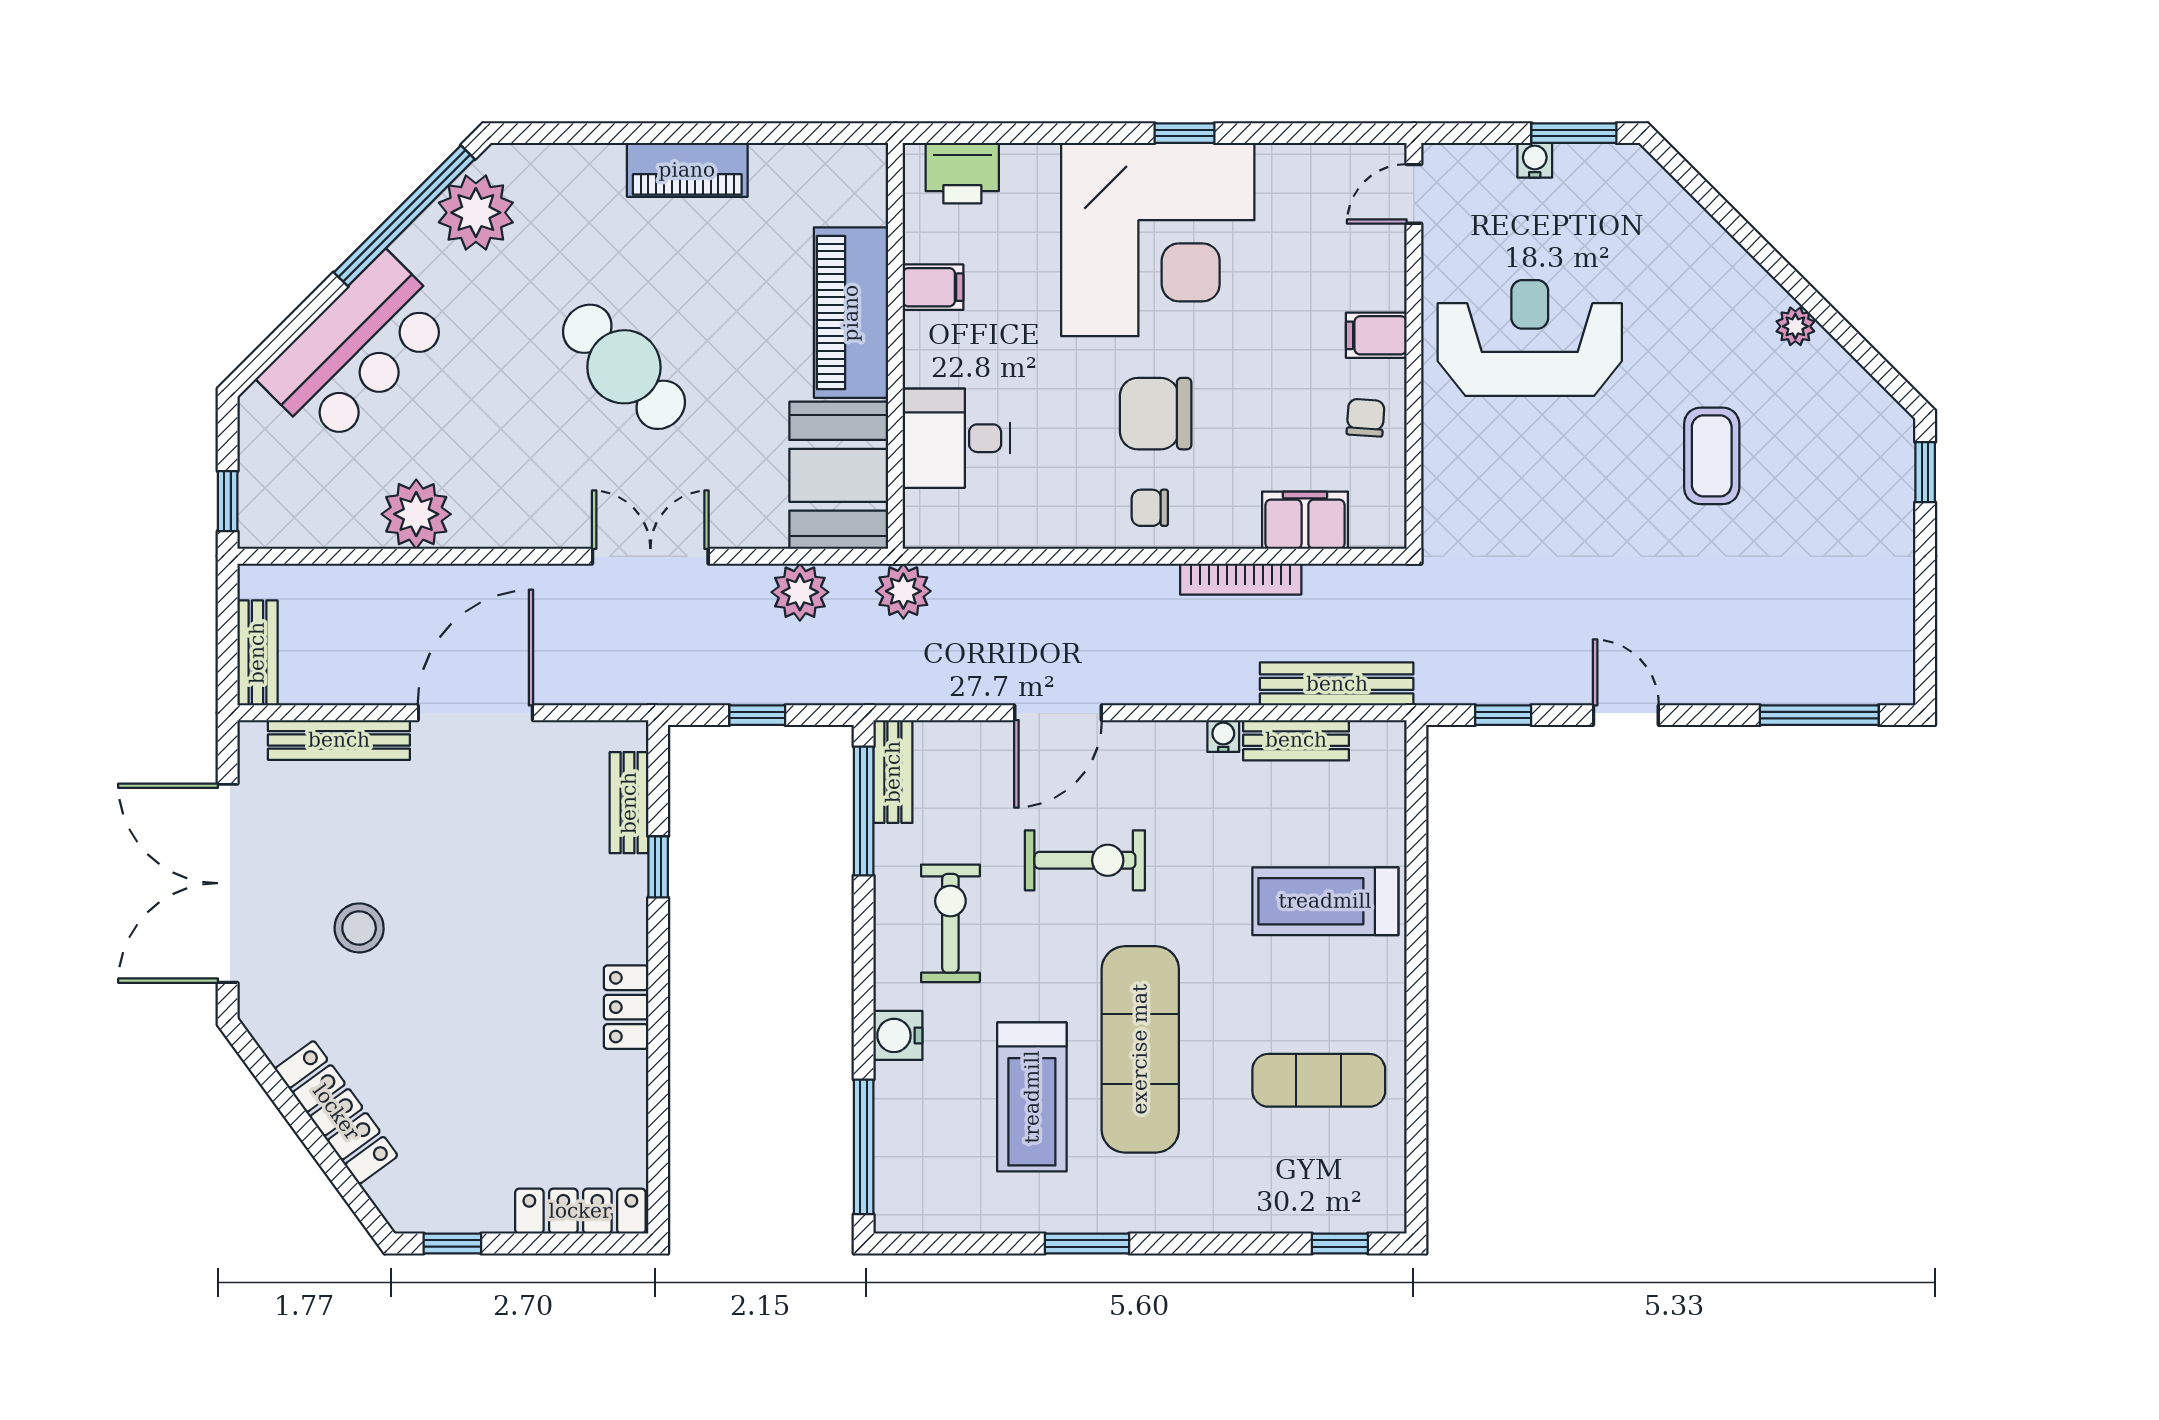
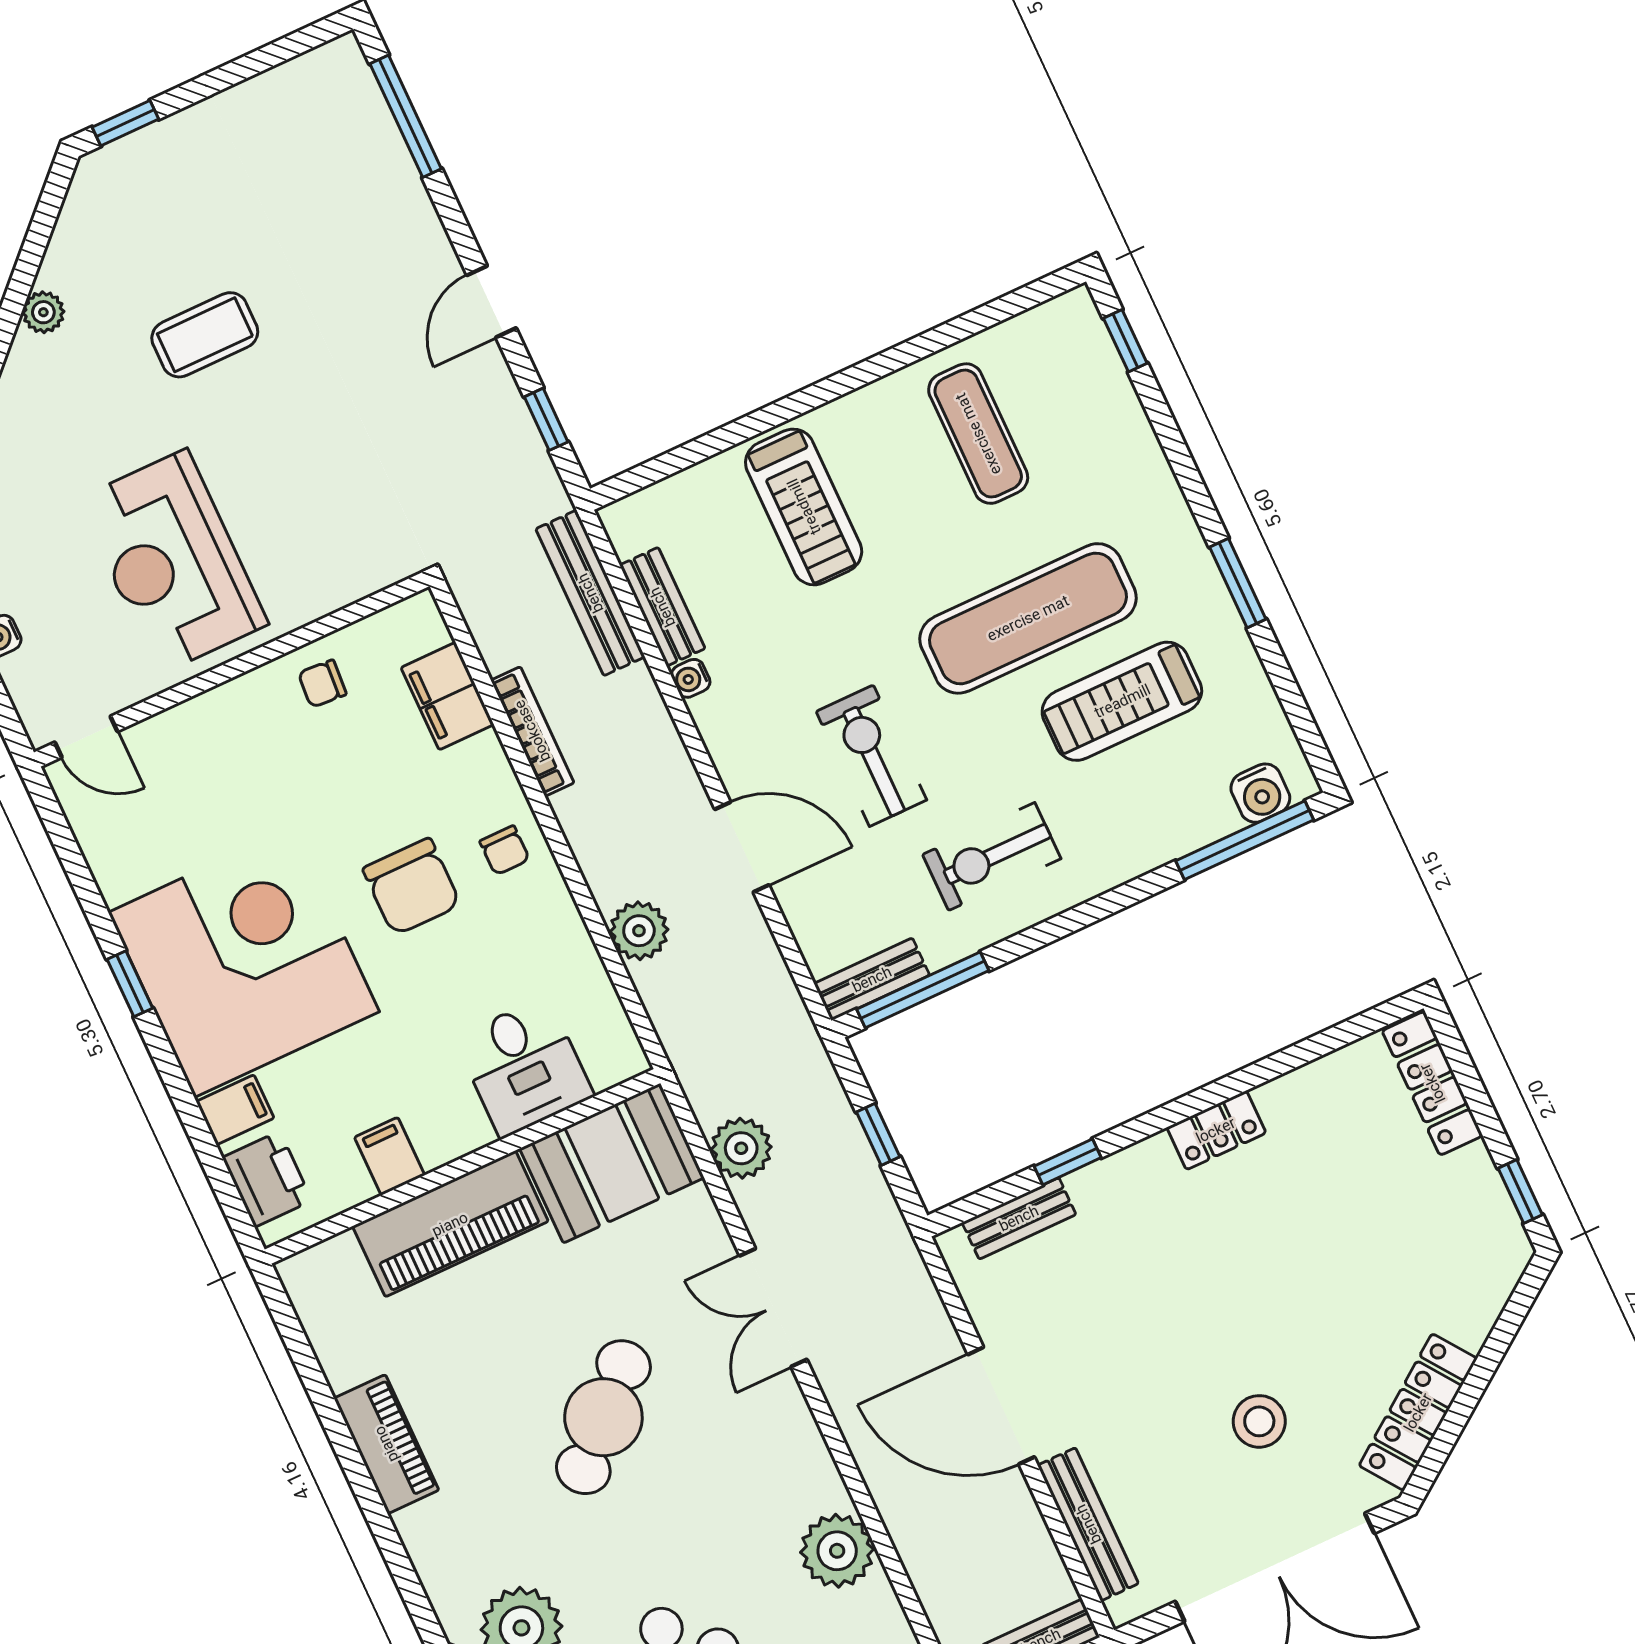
filing cabinet: (1376, 335) -> (235, 1110), moved, turned -90
plant: (903, 591) -> (639, 931), moved
water cooler: (898, 1035) -> (1260, 793), moved
treadmill: (1032, 1097) -> (1122, 701), turned 180
locker: (336, 1112) -> (1418, 1412), moved

